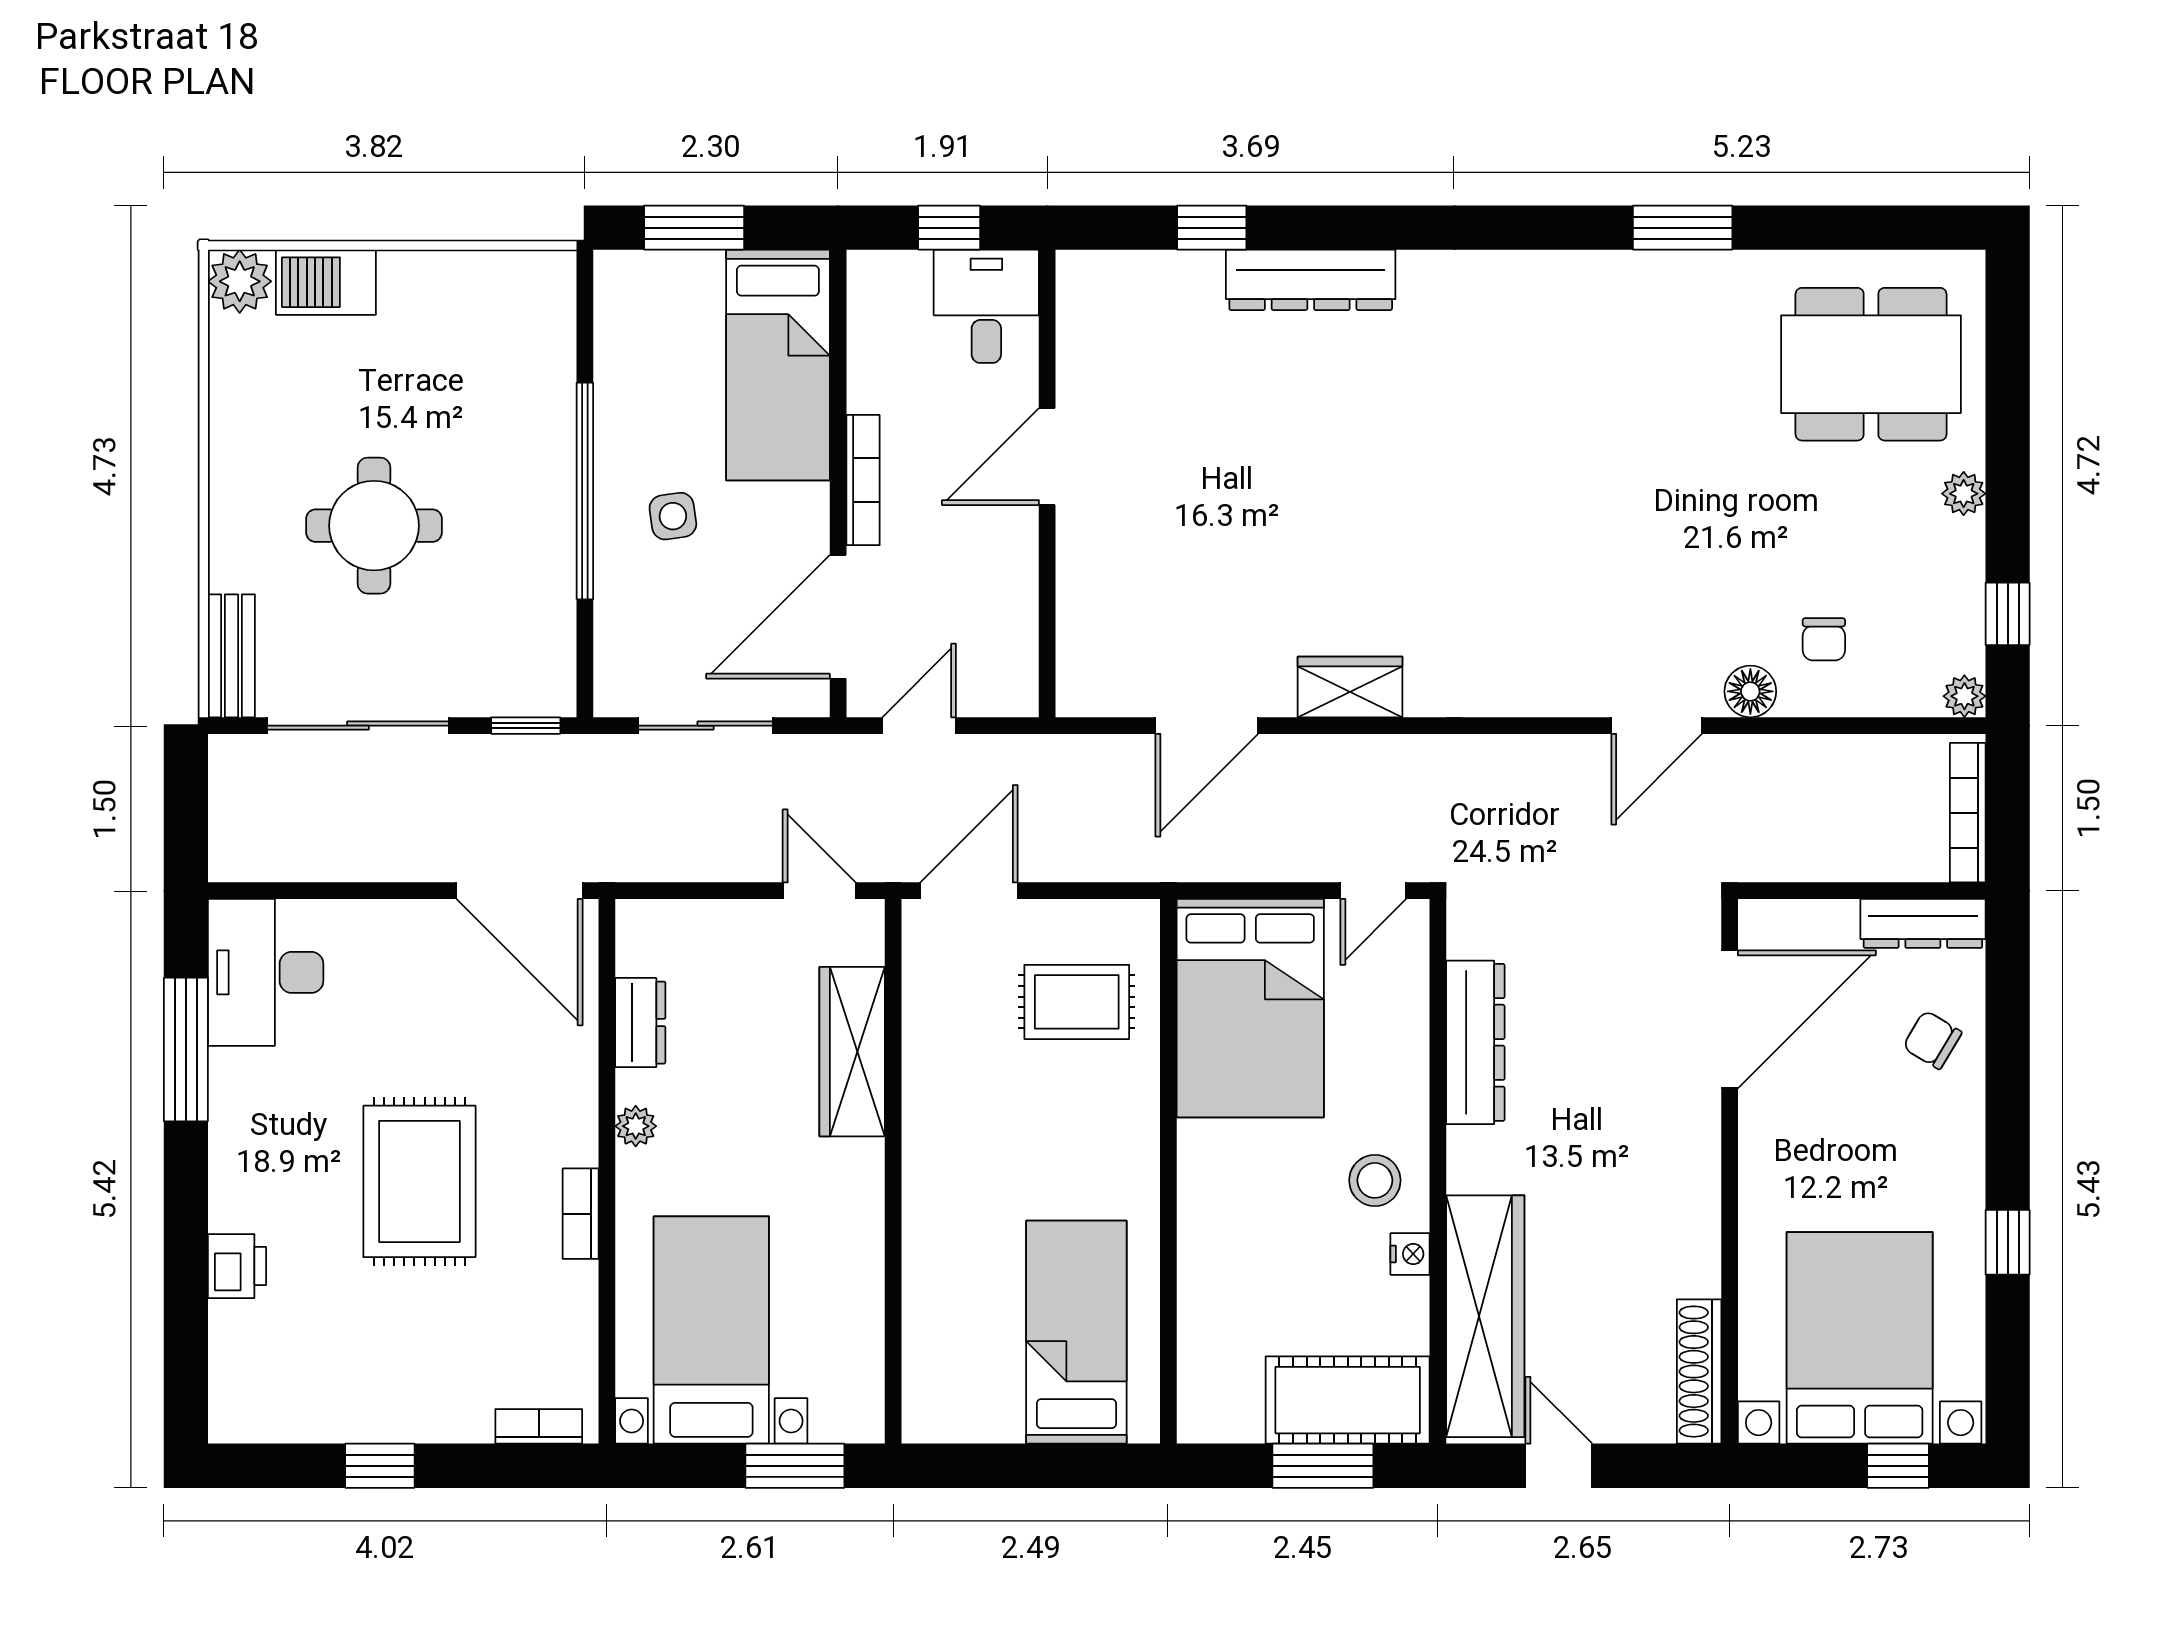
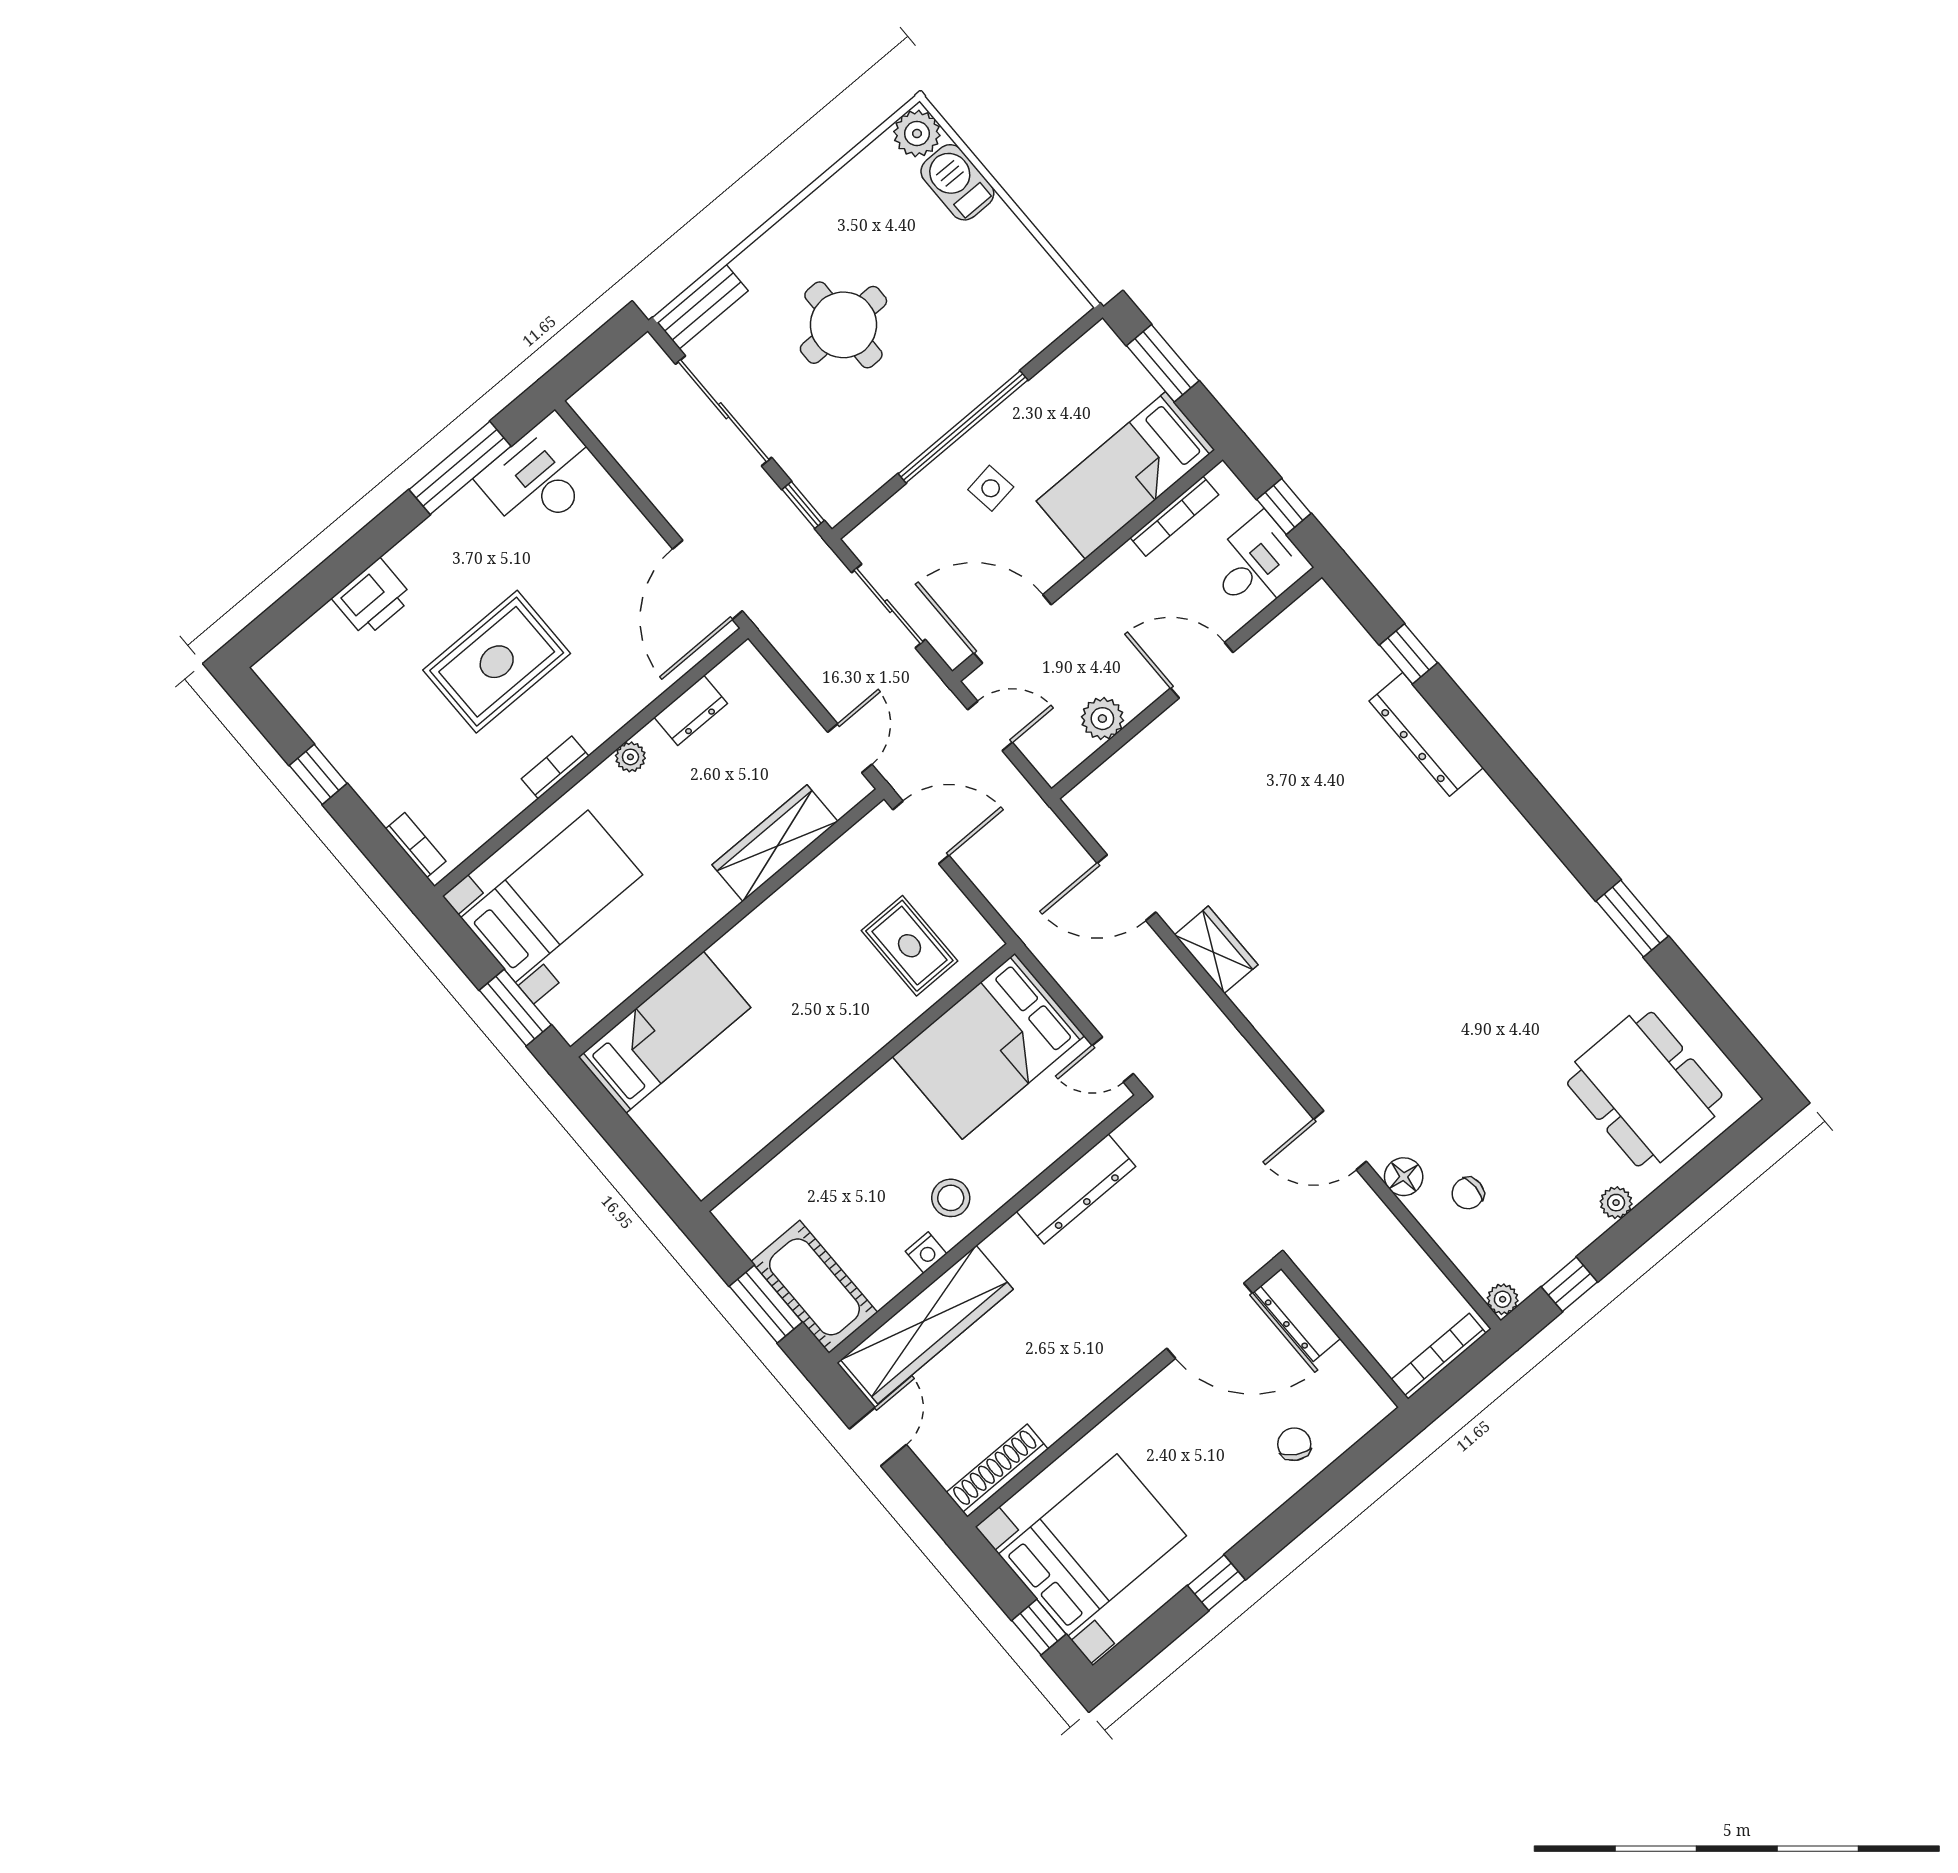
bookcase: (863, 480) -> (1174, 516), moved
plant: (1010, 602) -> (1102, 719), added
dresser: (1923, 923) -> (1297, 1315), moved
printer: (237, 1266) -> (372, 598), width x1.36, depth x1.24
bed: (1076, 1332) -> (665, 1032), moved

